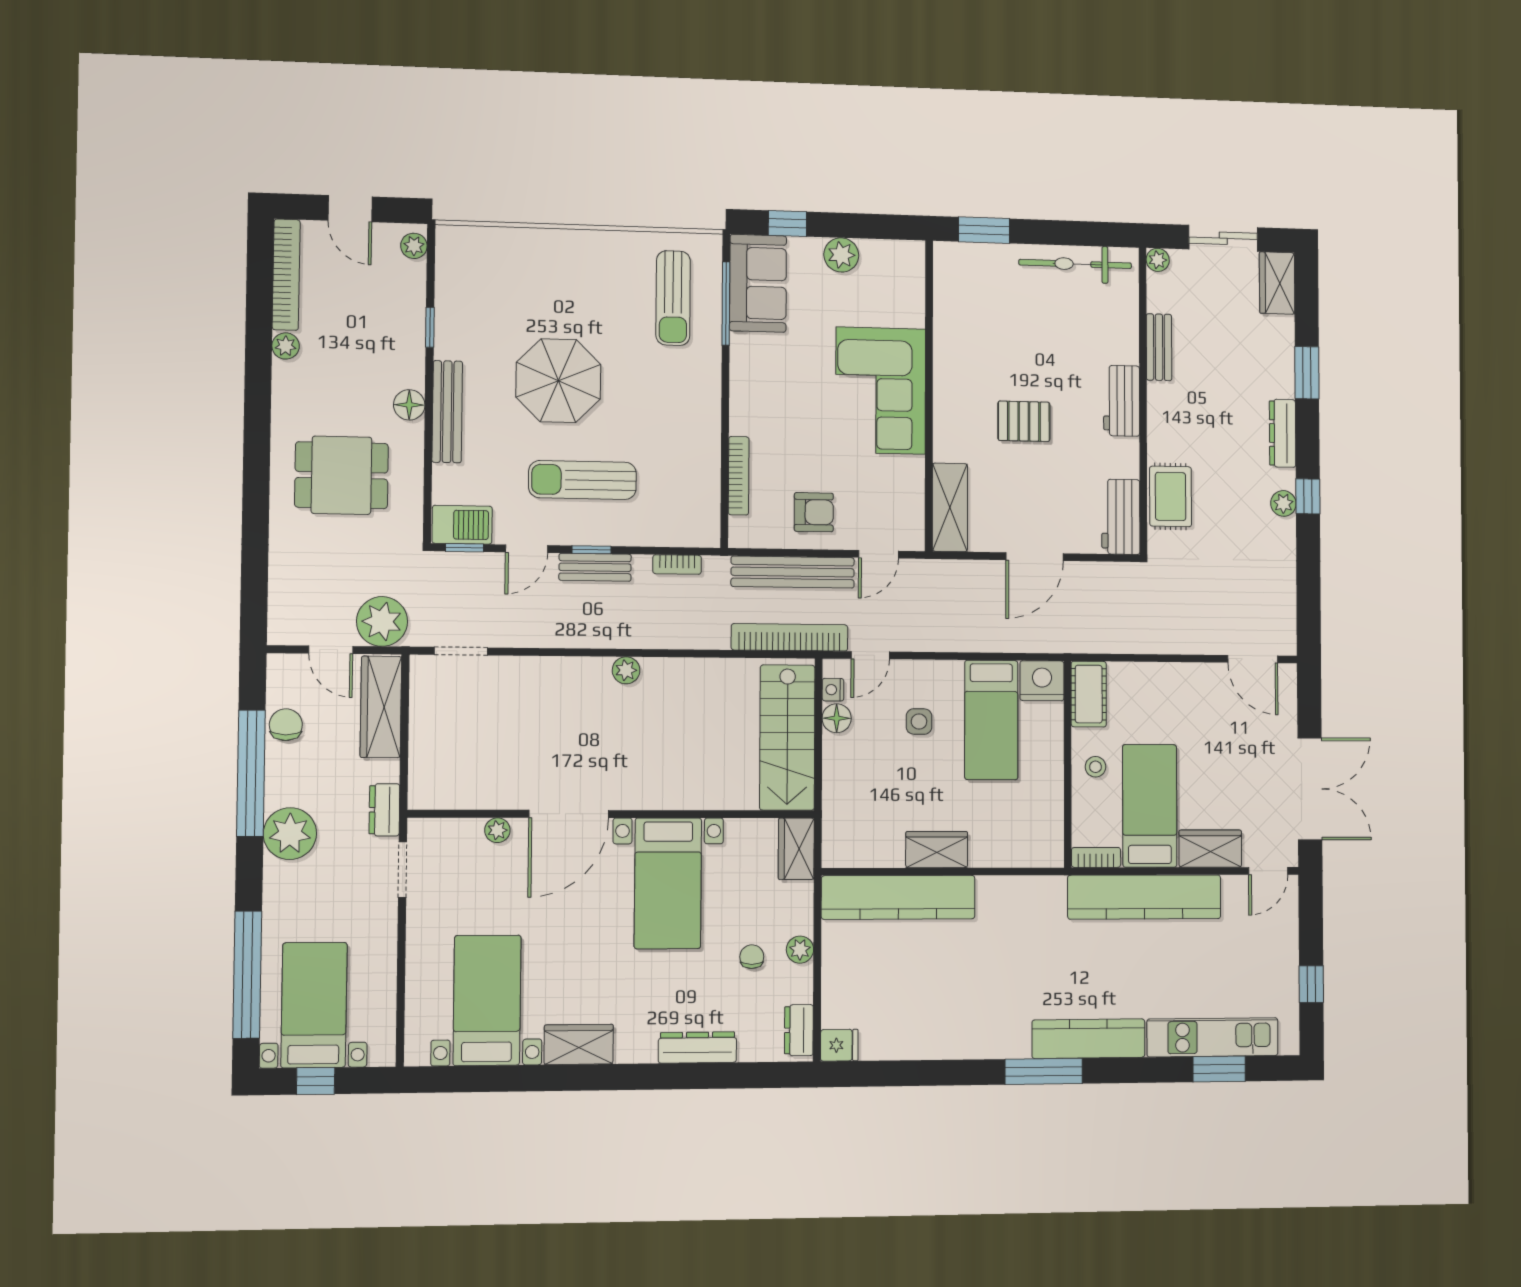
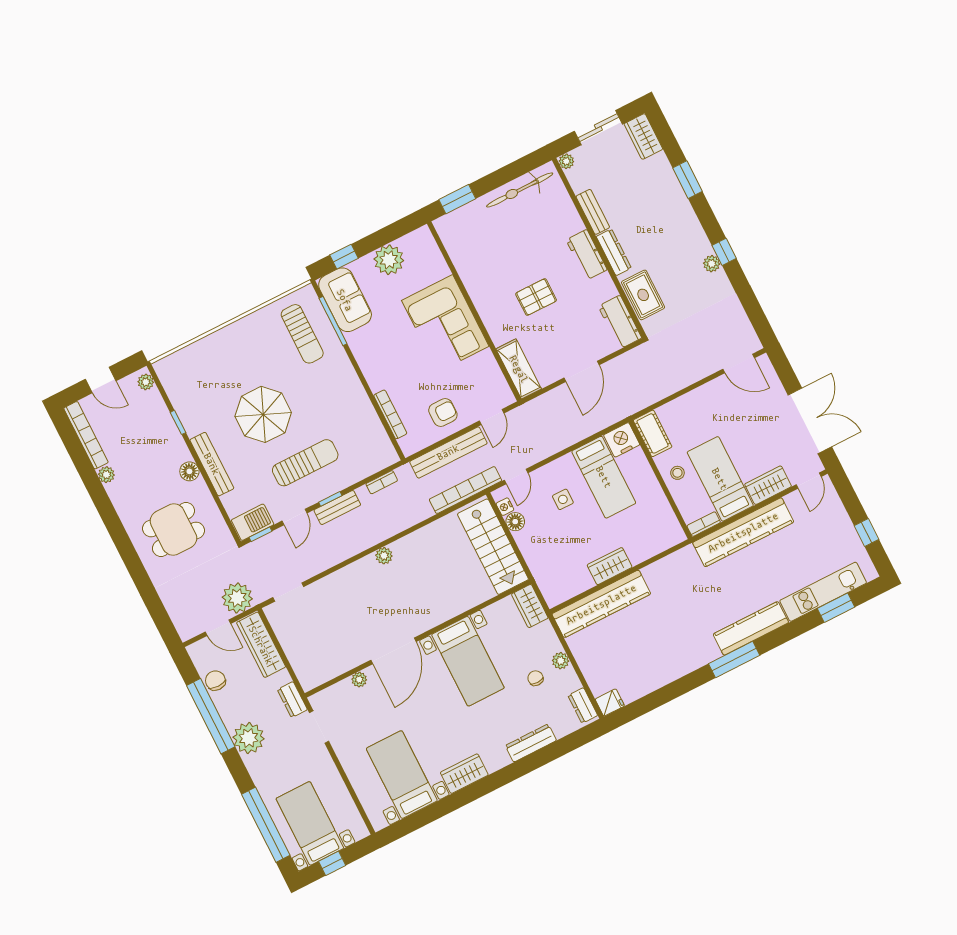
plant: (841, 255) -> (389, 260), width x1.36, depth x1.36
dresser: (1283, 433) -> (614, 252), moved, turned 180
sun lounger: (582, 480) -> (305, 463), turned 180

